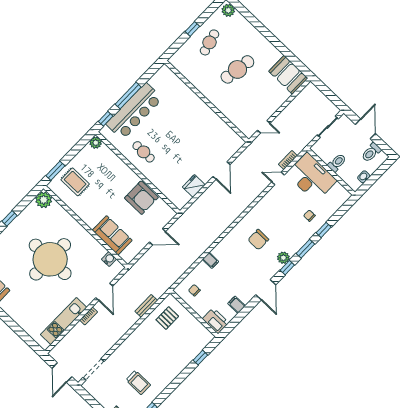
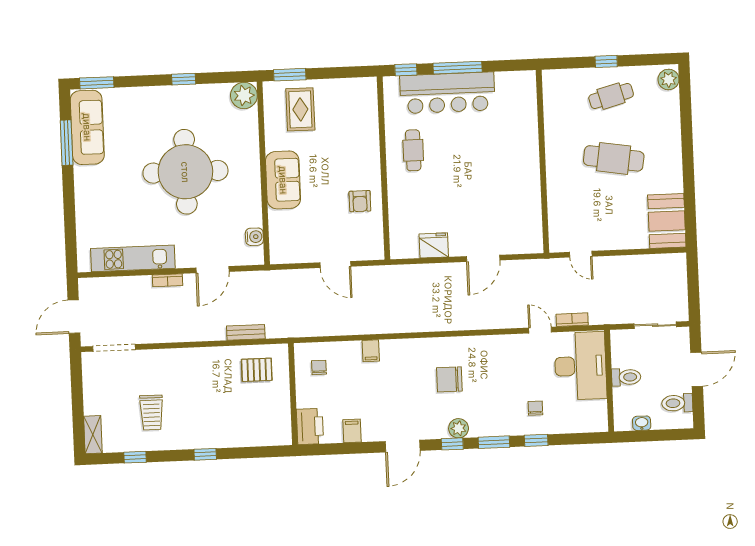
plant: (96, 143) -> (368, 87), removed
armchair: (141, 198) -> (360, 201), width x0.53, depth x0.53
sofa: (112, 235) -> (283, 180), moved
window: (200, 358) -> (205, 454), moved

